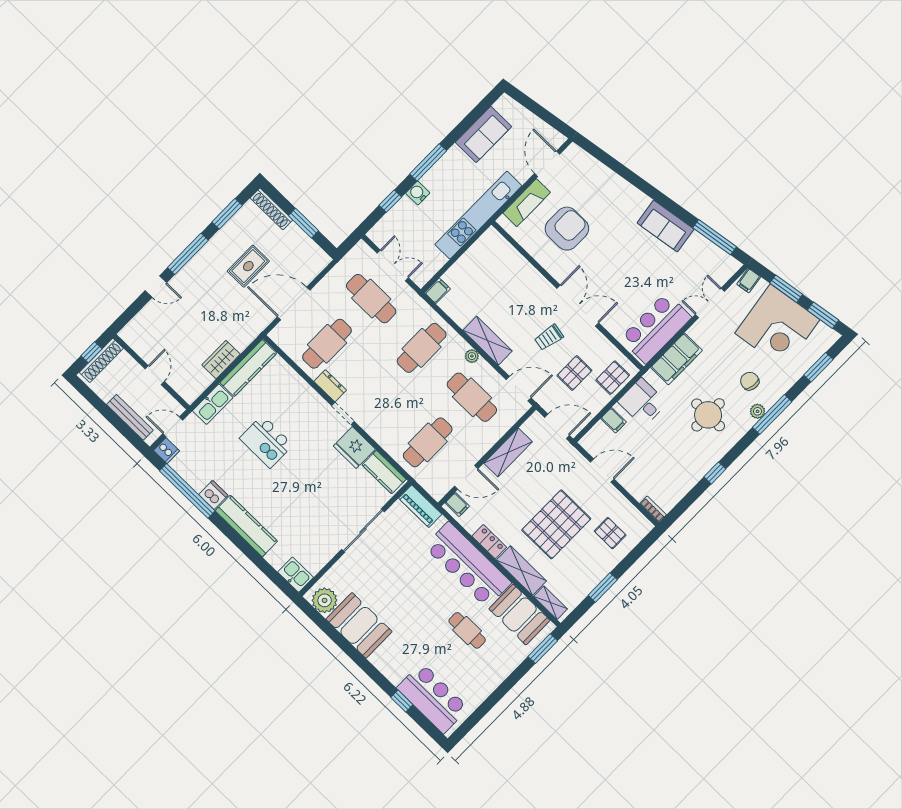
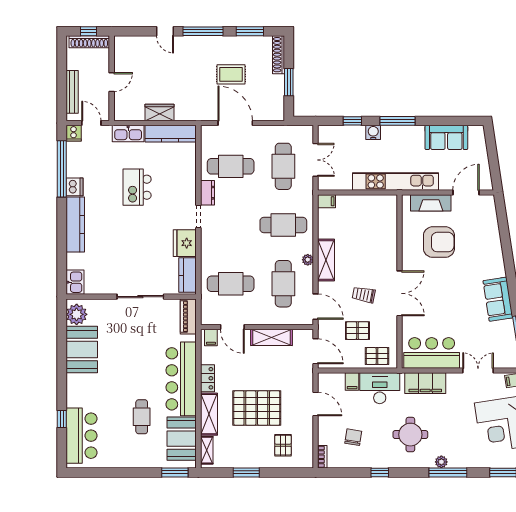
chair: (750, 381) -> (353, 437), moved
desk: (643, 402) -> (380, 388), width x1.37

